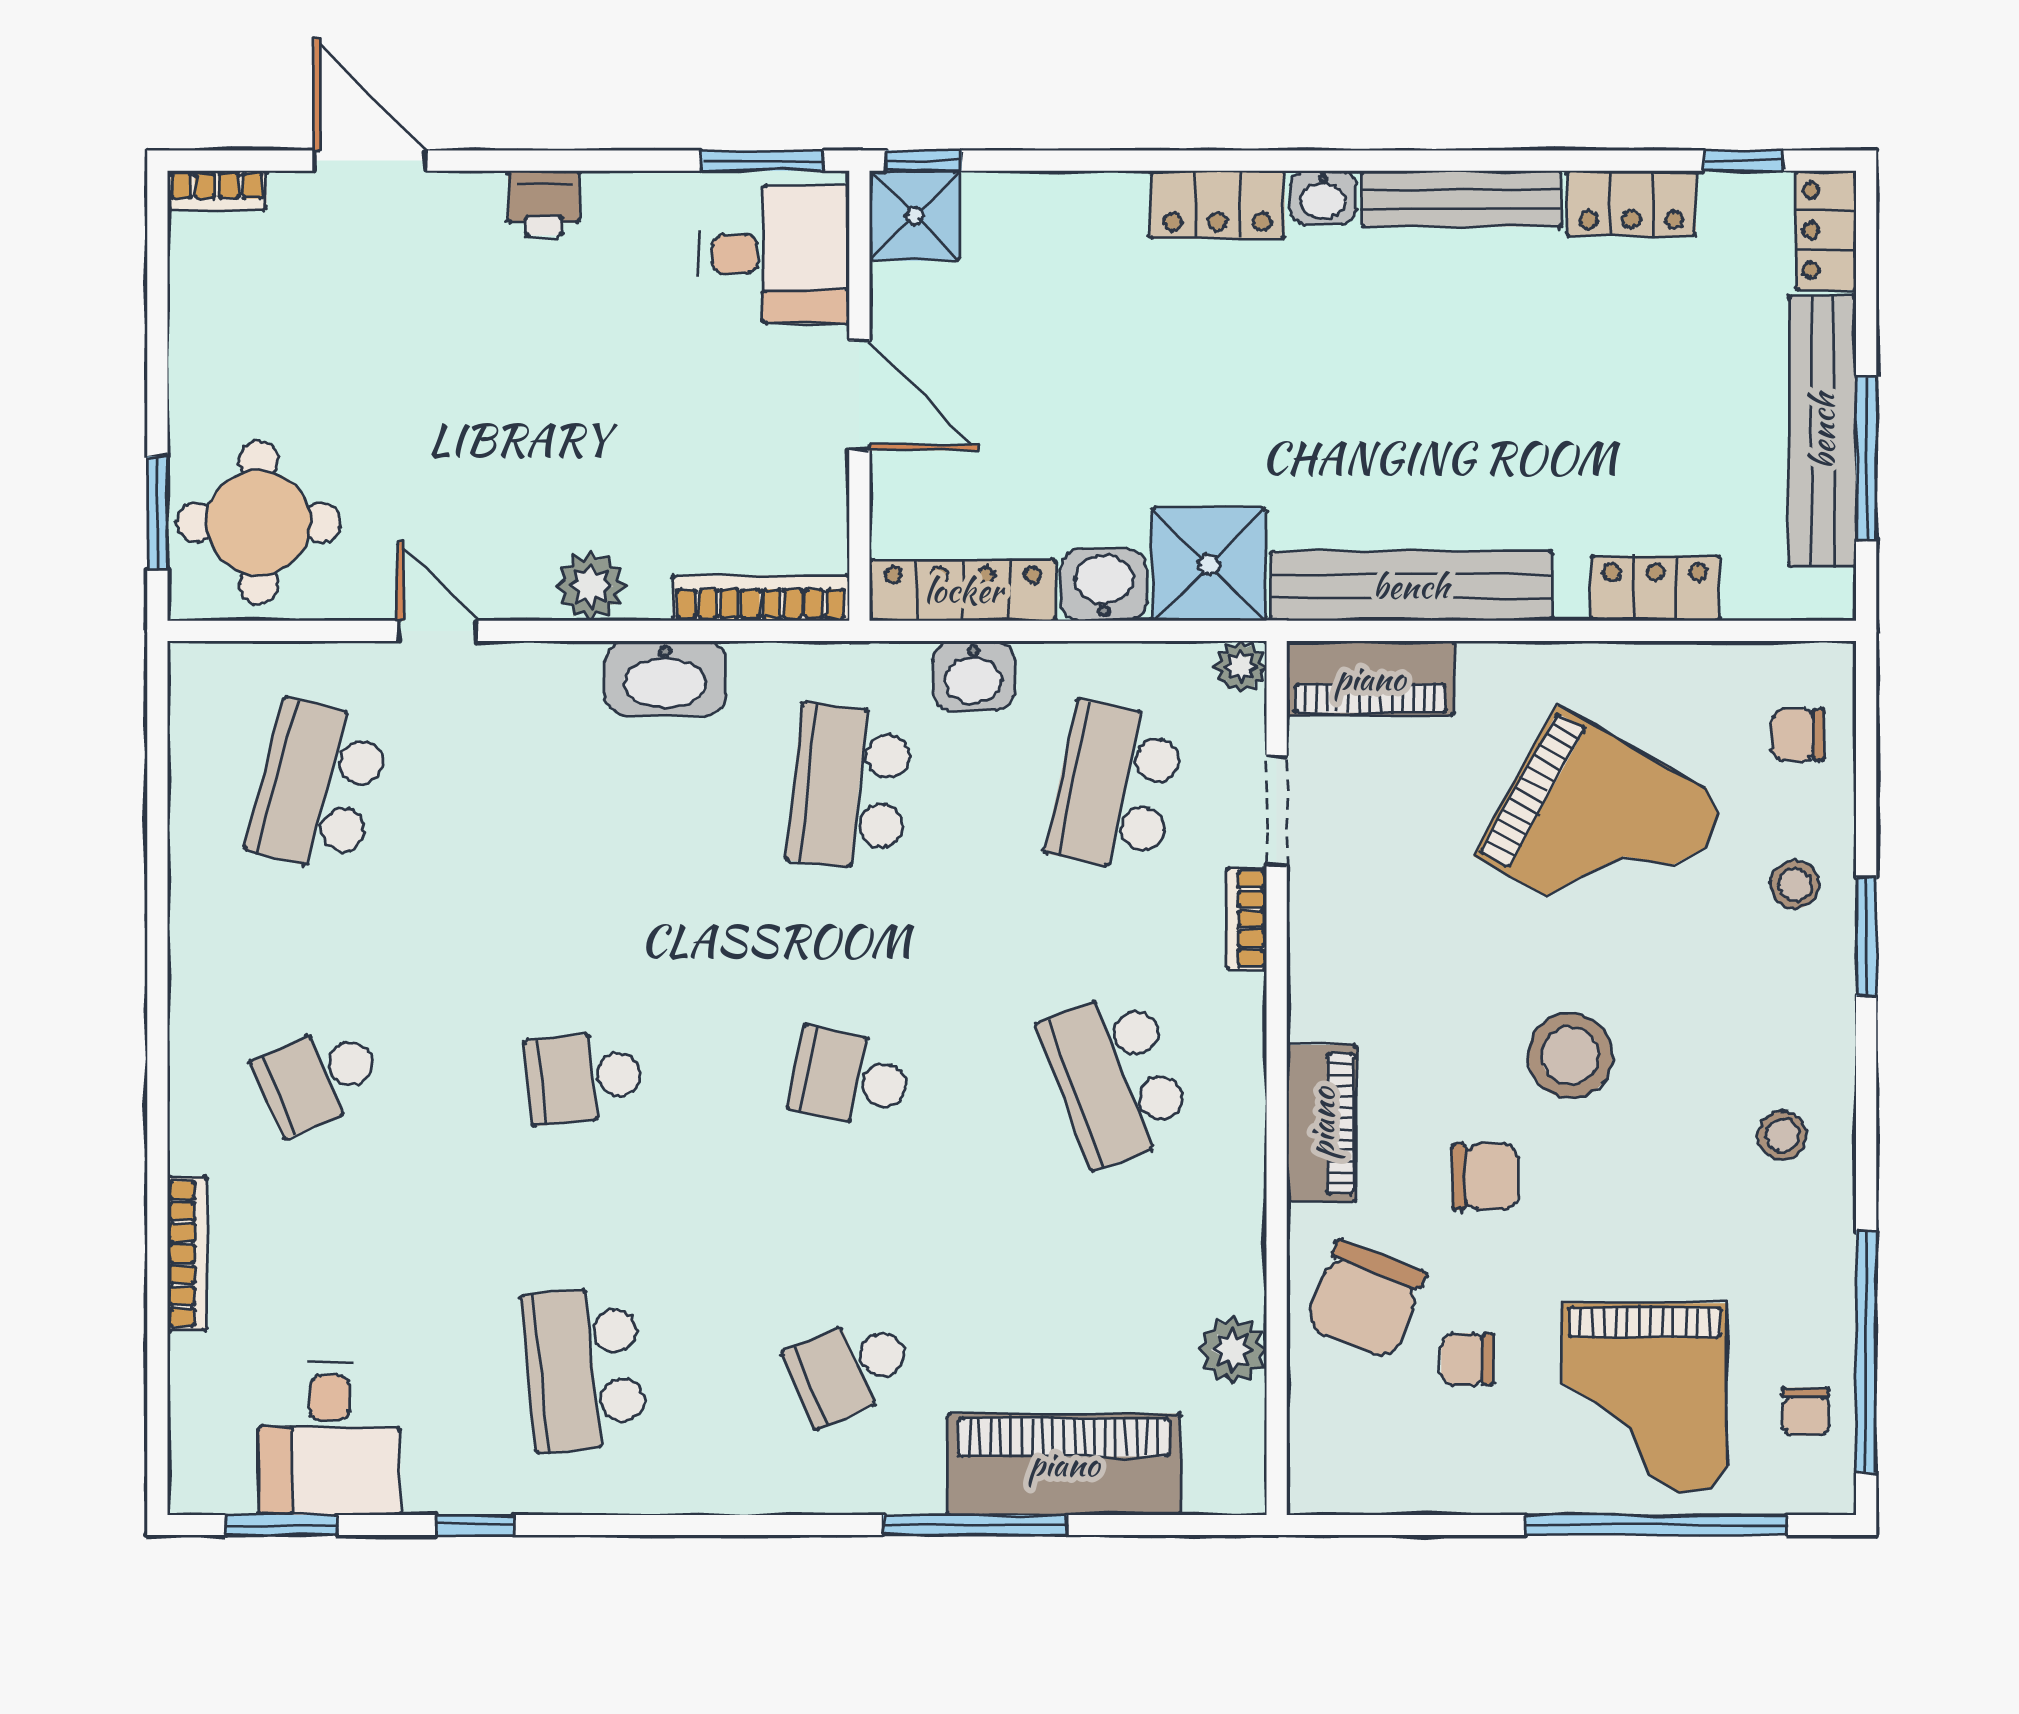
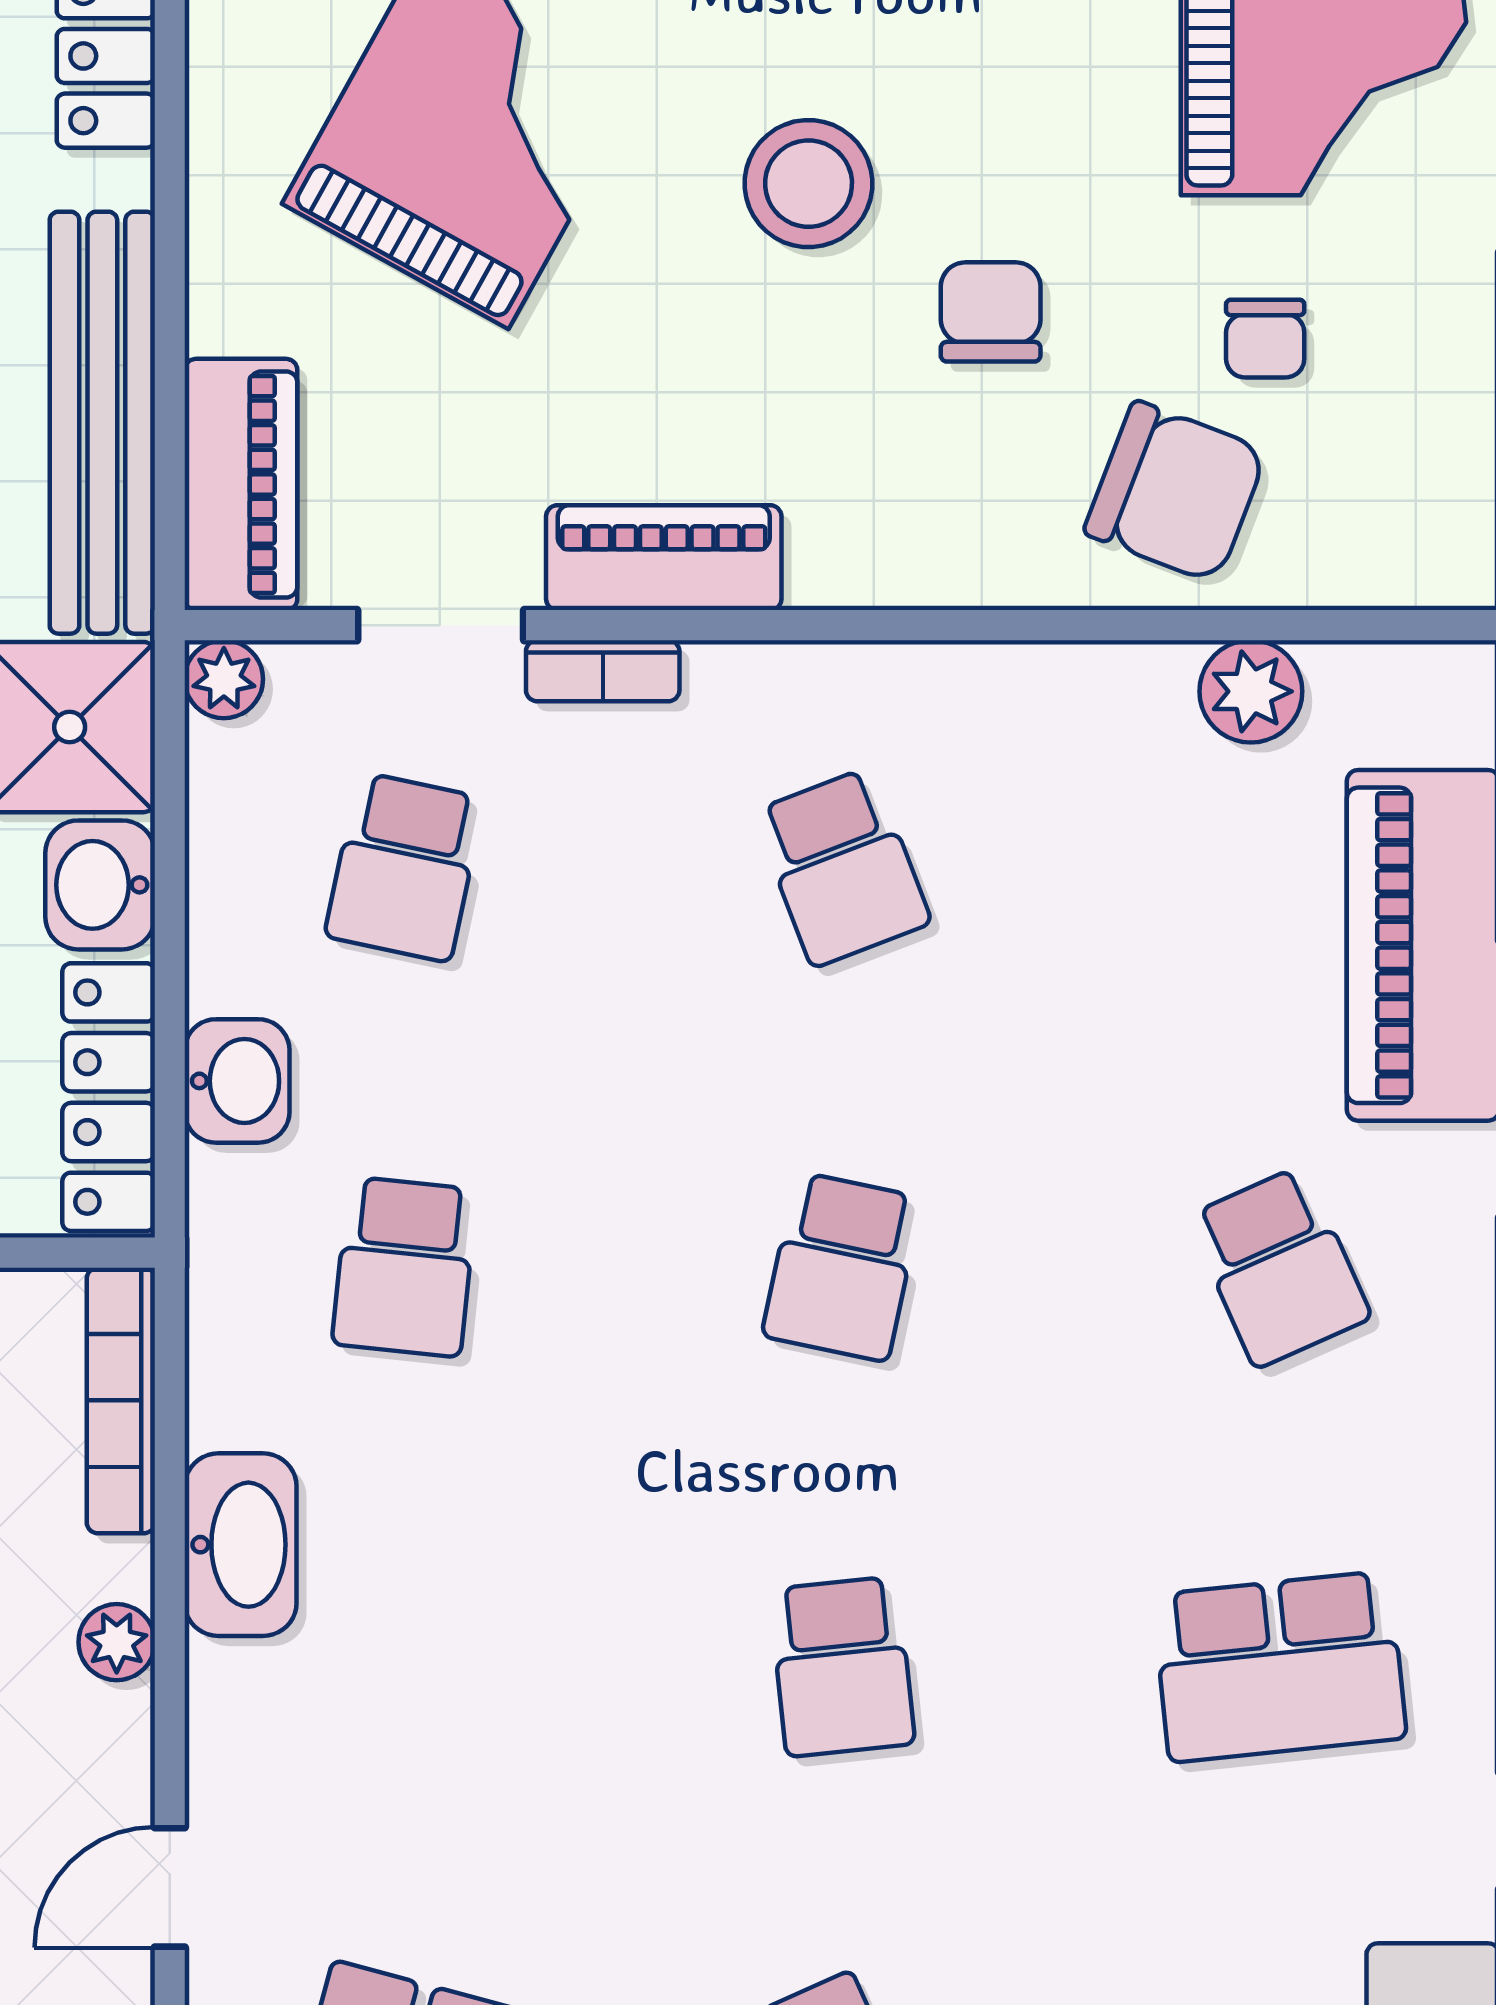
plant: (591, 586) -> (117, 1642), width x0.73, depth x0.73
school desk: (850, 787) -> (405, 1267), width x0.54
school desk: (1116, 787) -> (405, 867), width x0.54
school desk: (1116, 1078) -> (842, 867), width x0.54
piano: (1322, 1123) -> (664, 558), moved

